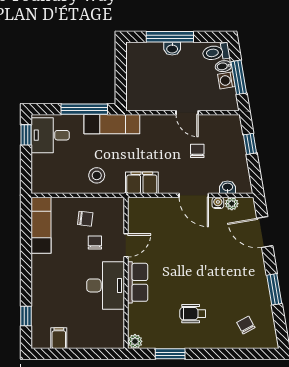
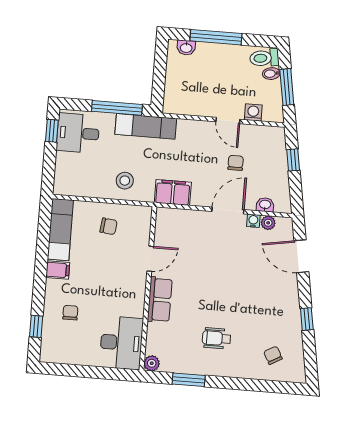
washbasin: (172, 49) -> (186, 48), moved
washing machine: (226, 80) -> (253, 113), moved, turned 100
door: (194, 195) -> (228, 211), swing flipped
chair: (95, 242) -> (70, 313), moved
desk: (106, 285) -> (121, 343), moved
window: (274, 289) -> (307, 319), width x0.67
filing cabinet: (59, 338) -> (58, 270), moved, turned 90

